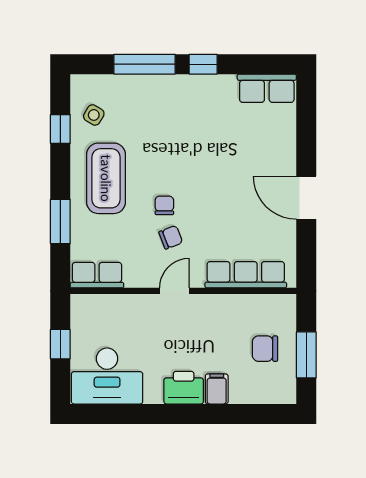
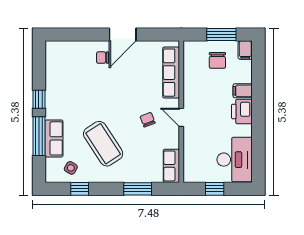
row of seats: (267, 88) -> (54, 138), moved
coffee table: (106, 178) -> (103, 144), moved, turned 57
chair: (164, 205) -> (103, 58), moved
filing cabinet: (282, 393) -> (245, 50), added

